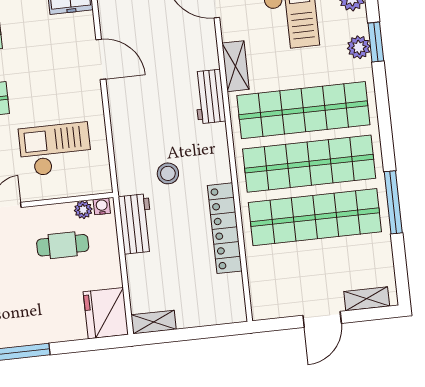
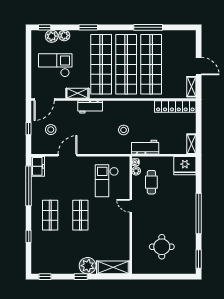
stool: (152, 18) -> (51, 130), added
window: (376, 42) -> (88, 27), moved
plant: (359, 47) -> (64, 35), moved
locker: (225, 228) -> (175, 106), moved
shelving: (367, 299) -> (191, 87), moved

